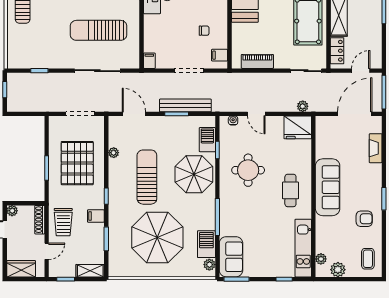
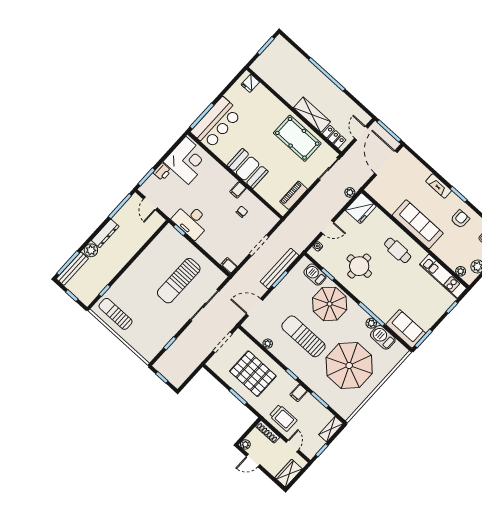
filing cabinet: (220, 55) -> (238, 190), moved
fireplace: (376, 148) -> (439, 186), moved
plant: (209, 265) -> (371, 323), moved

